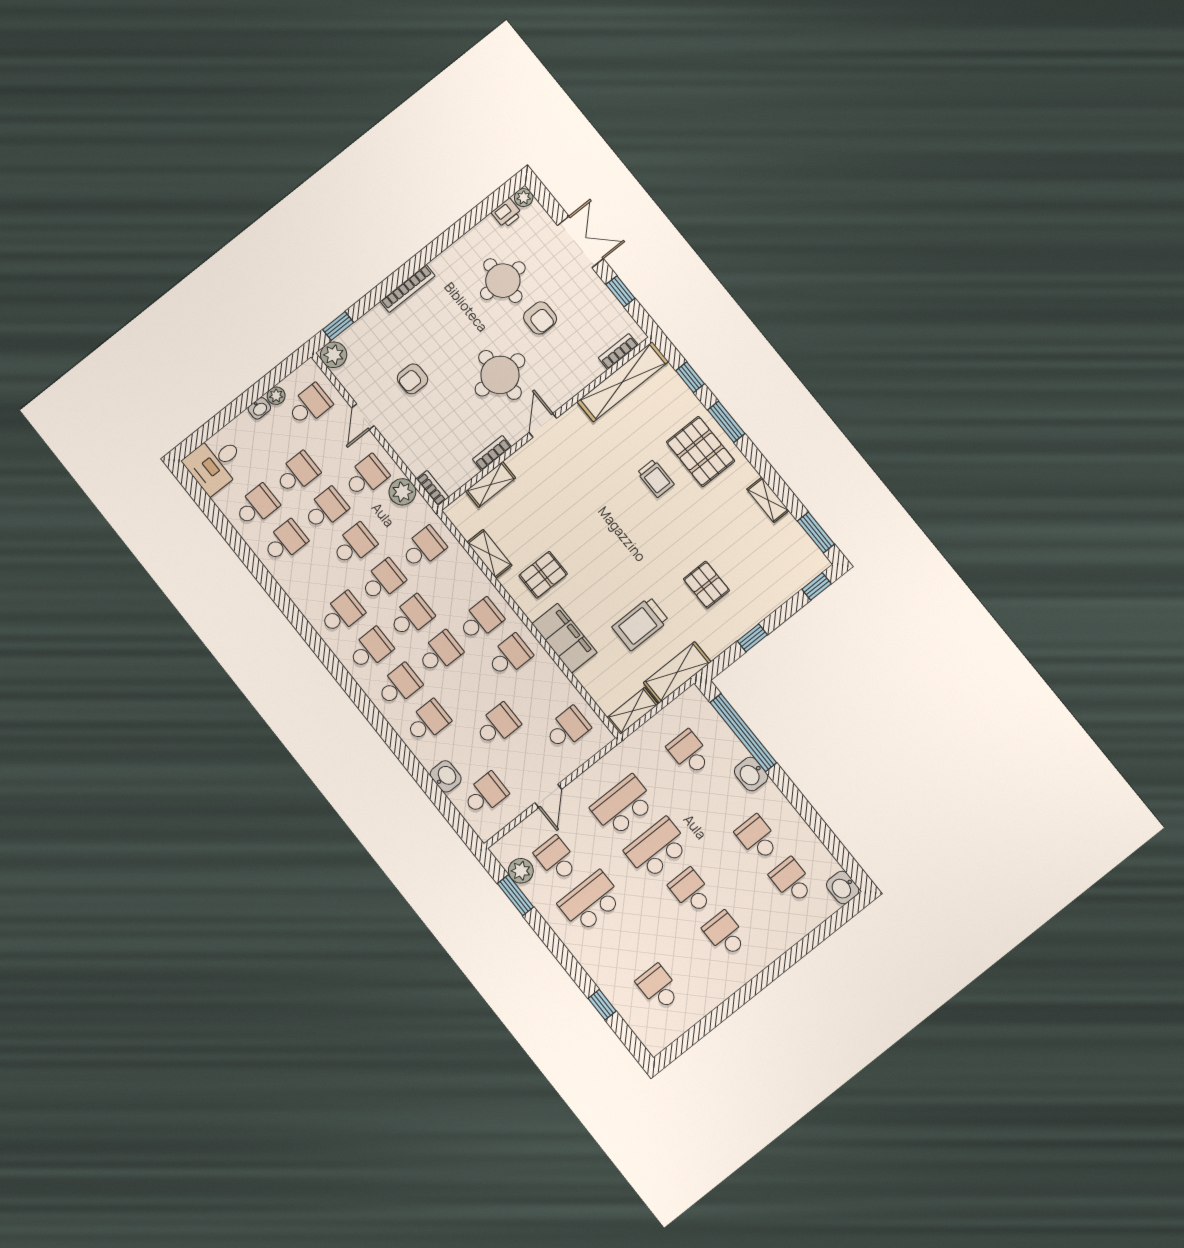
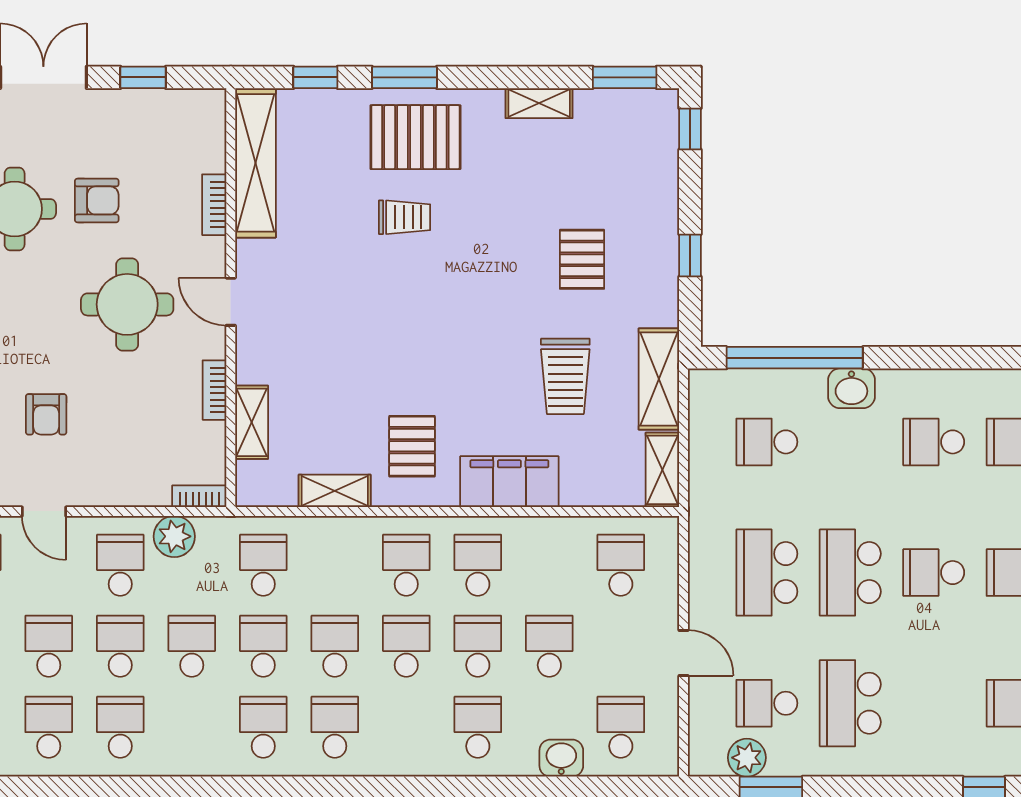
bookcase: (618, 351) -> (214, 205), moved
pallet: (706, 585) -> (582, 259), turned 90
school desk: (399, 685) -> (478, 646), moved

